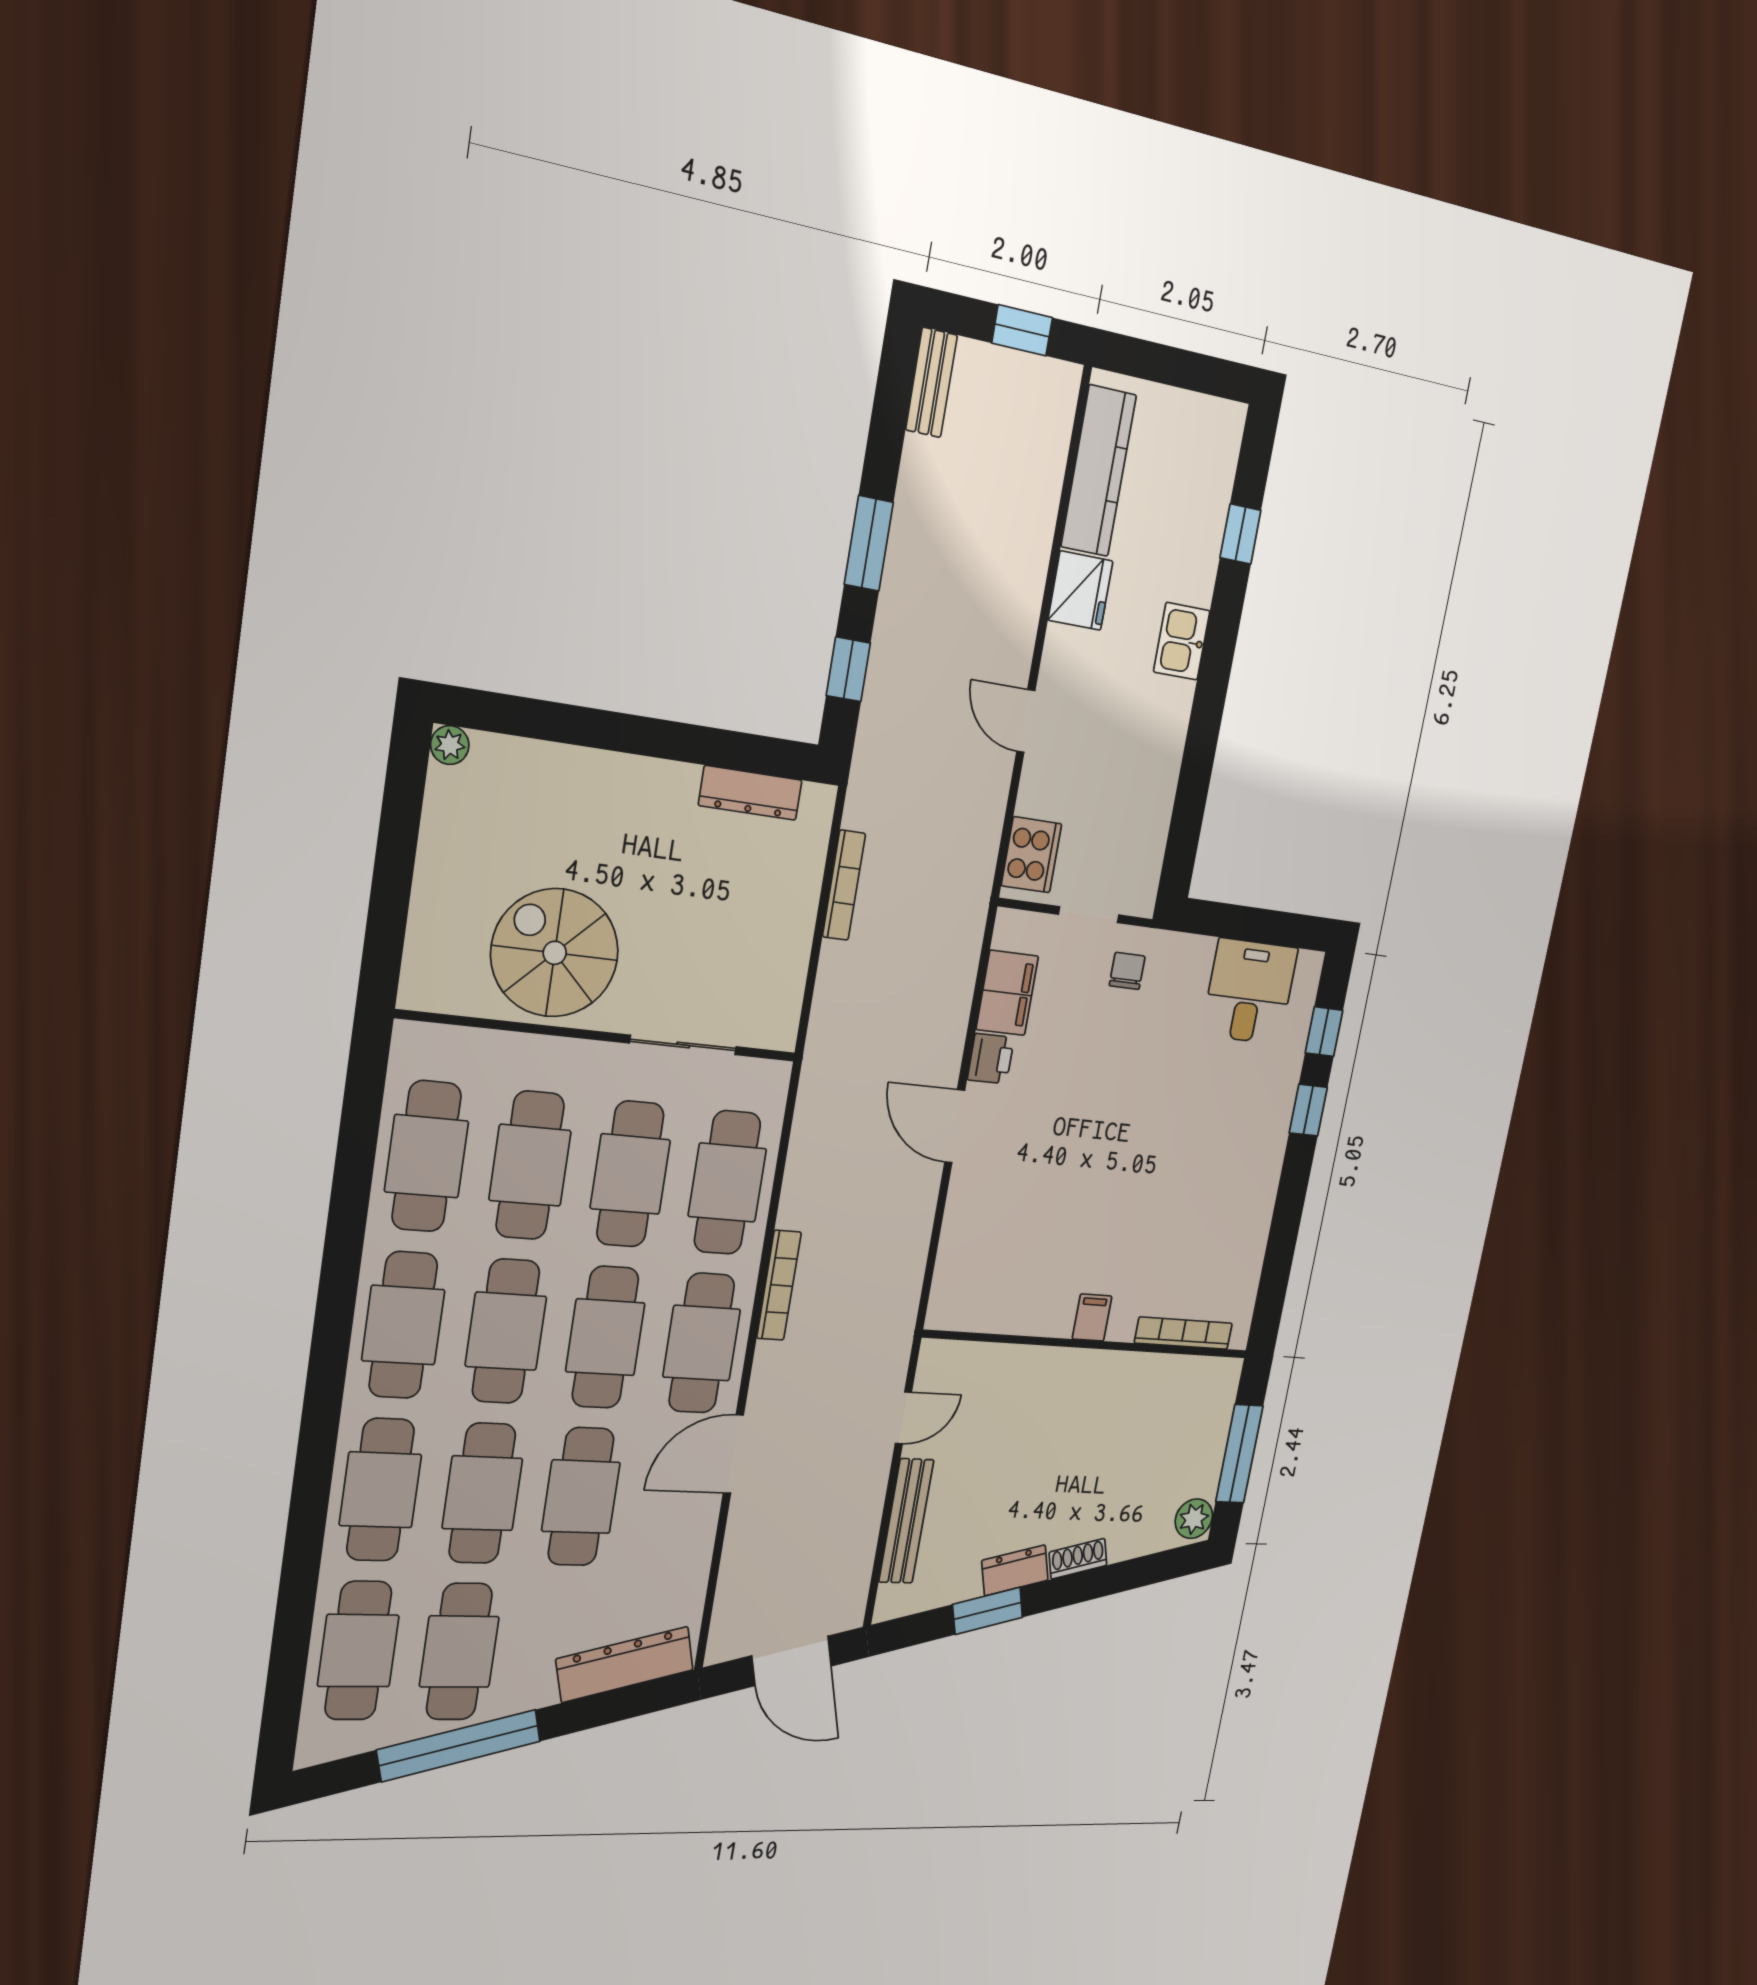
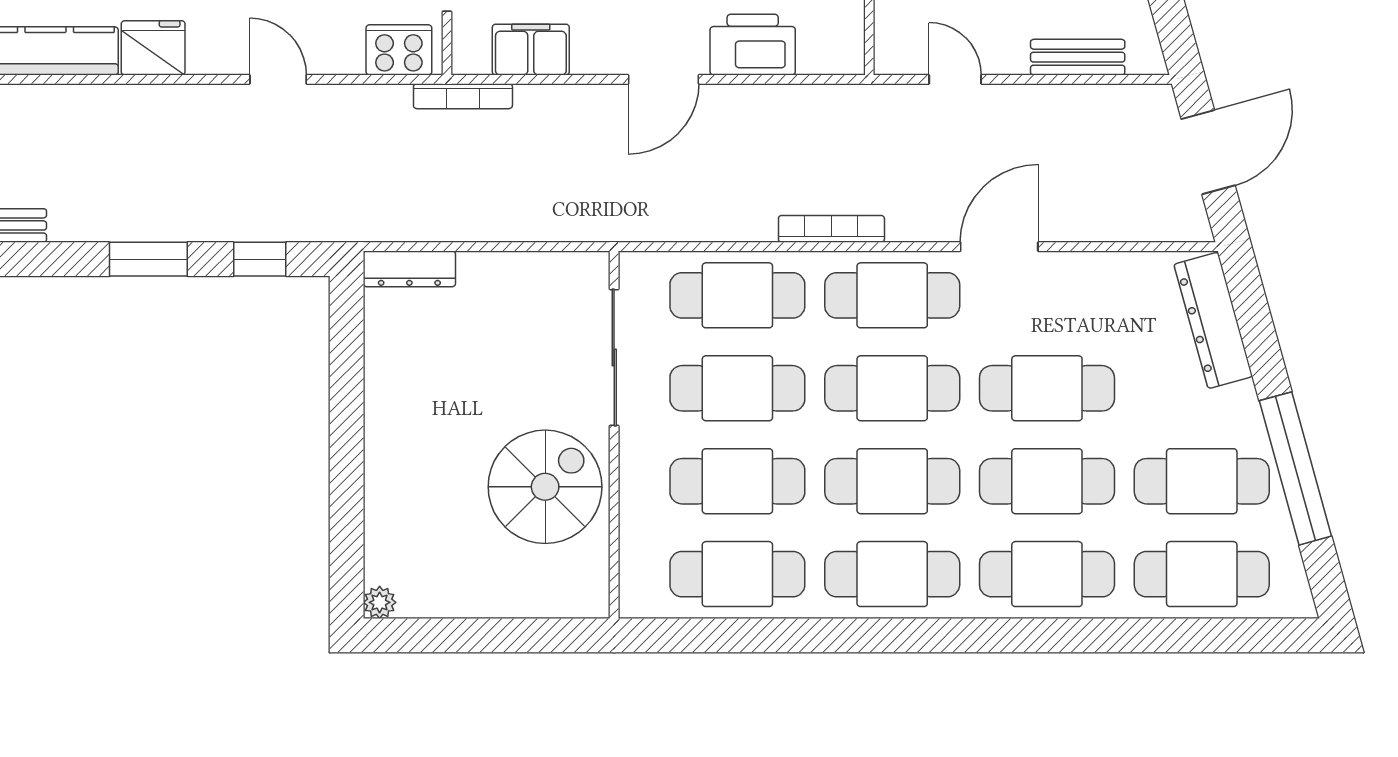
door: (1026, 721) -> (278, 79), swing flipped
dresser: (750, 793) -> (409, 269), moved, turned 90
bookcase: (844, 885) -> (463, 96), moved, turned 180
spiral stairs: (555, 953) -> (545, 487), turned 180
sliding door: (683, 1045) -> (614, 357), width x1.37
printer: (991, 1059) -> (753, 45), moved, width x1.87, depth x1.48
door: (733, 1454) -> (999, 247), swing flipped
bench: (906, 1521) -> (1078, 57), width x0.73

